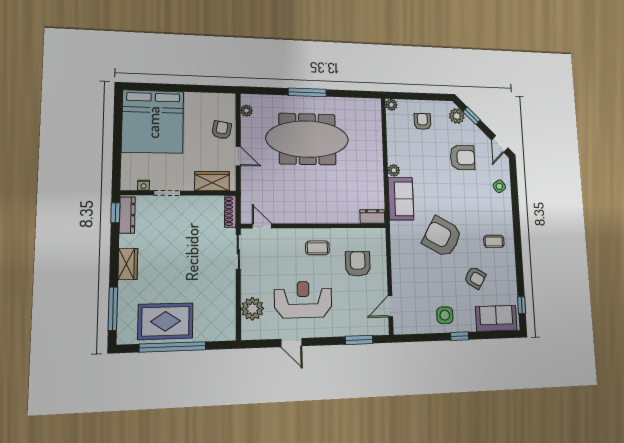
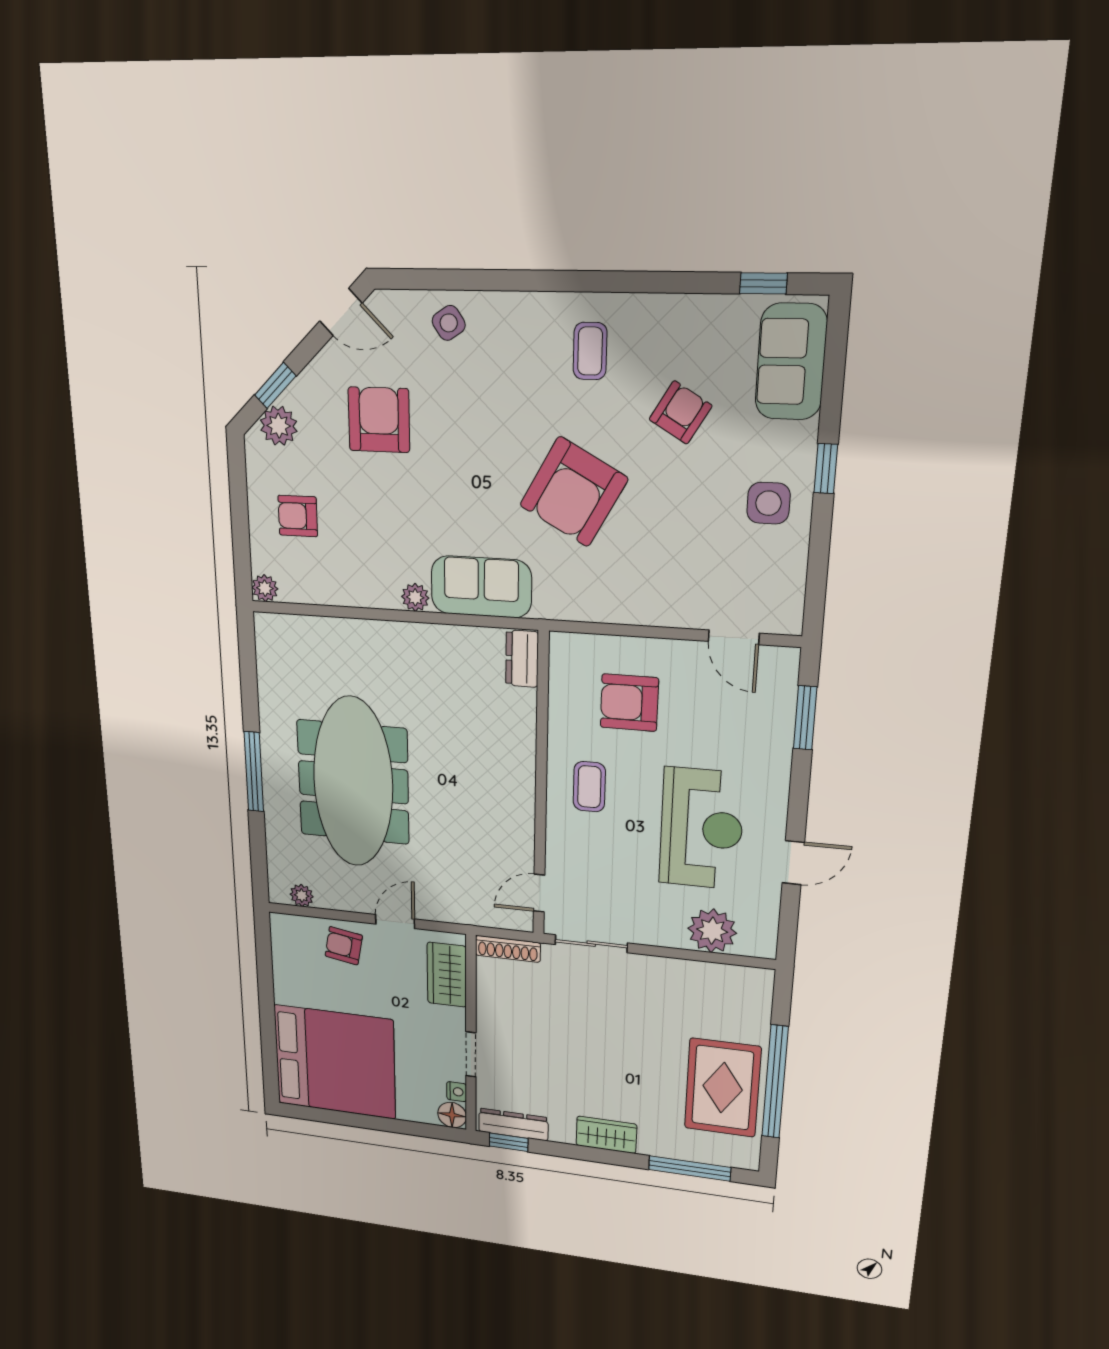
floor lamp: (128, 183) -> (452, 1115), added
reception desk: (303, 300) -> (701, 829), turned 180

